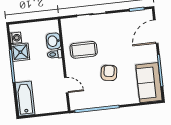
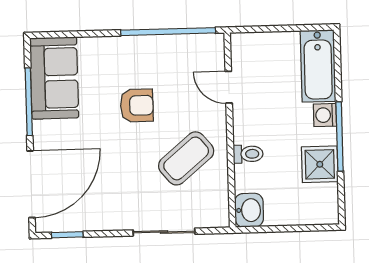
door: (156, 32) -> (31, 184), width x1.36
washing machine: (16, 38) -> (325, 115), moved
washbasin: (53, 41) -> (249, 210), moved
coffee table: (84, 50) -> (186, 158), turned -40
armchair: (109, 73) -> (137, 105), turned -99

